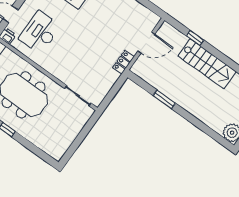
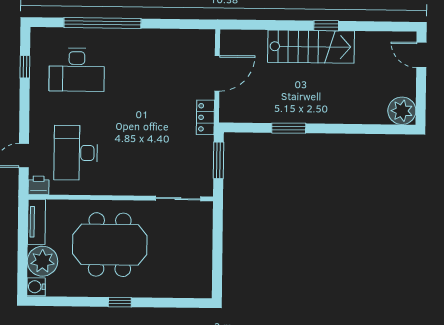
window: (195, 38) -> (326, 26), moved
window: (114, 90) -> (219, 160), added

